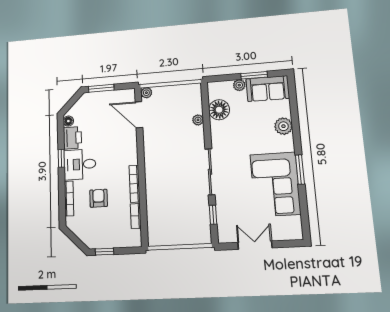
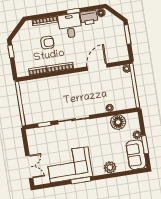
door: (139, 115) -> (97, 67), moved
double door: (255, 245) -> (29, 167), moved

